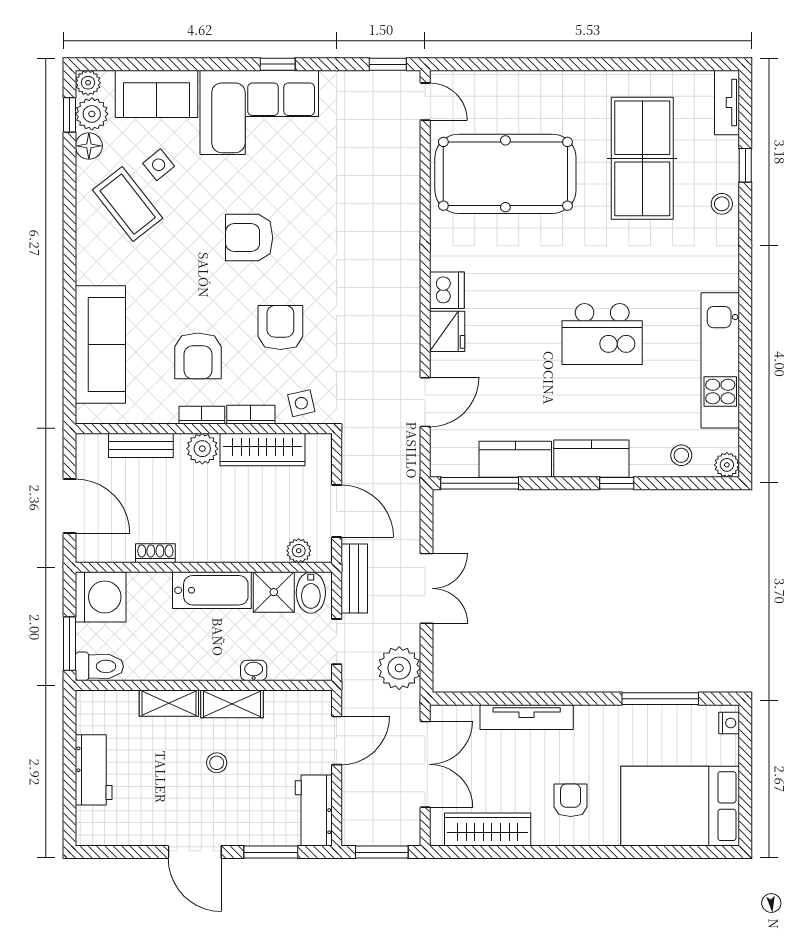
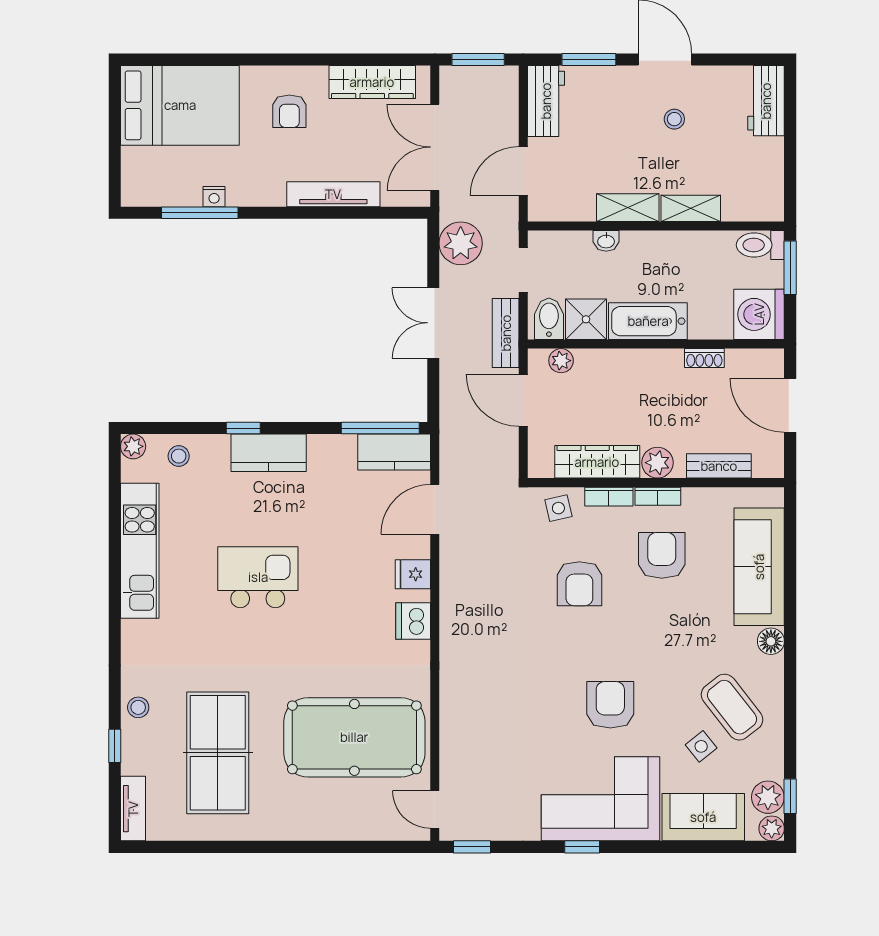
floor lamp: (89, 146) -> (771, 641), moved
armchair: (249, 238) -> (610, 705), moved, turned -90
fridge: (447, 331) -> (413, 574), width x0.72
kitchen counter: (515, 459) -> (394, 452), moved
nightstand: (729, 723) -> (214, 197), moved, turned -90
stool: (217, 763) -> (674, 119), moved
workbench: (94, 770) -> (766, 101), moved

